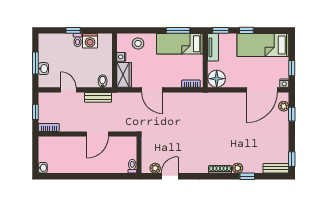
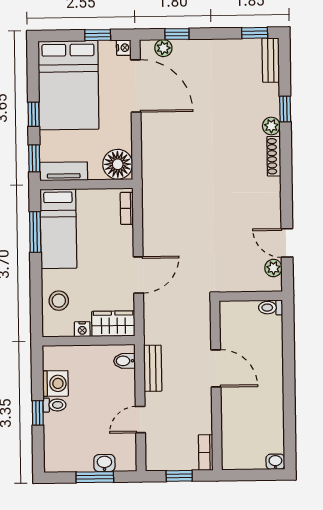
bed: (263, 45) -> (68, 85), width x1.50

